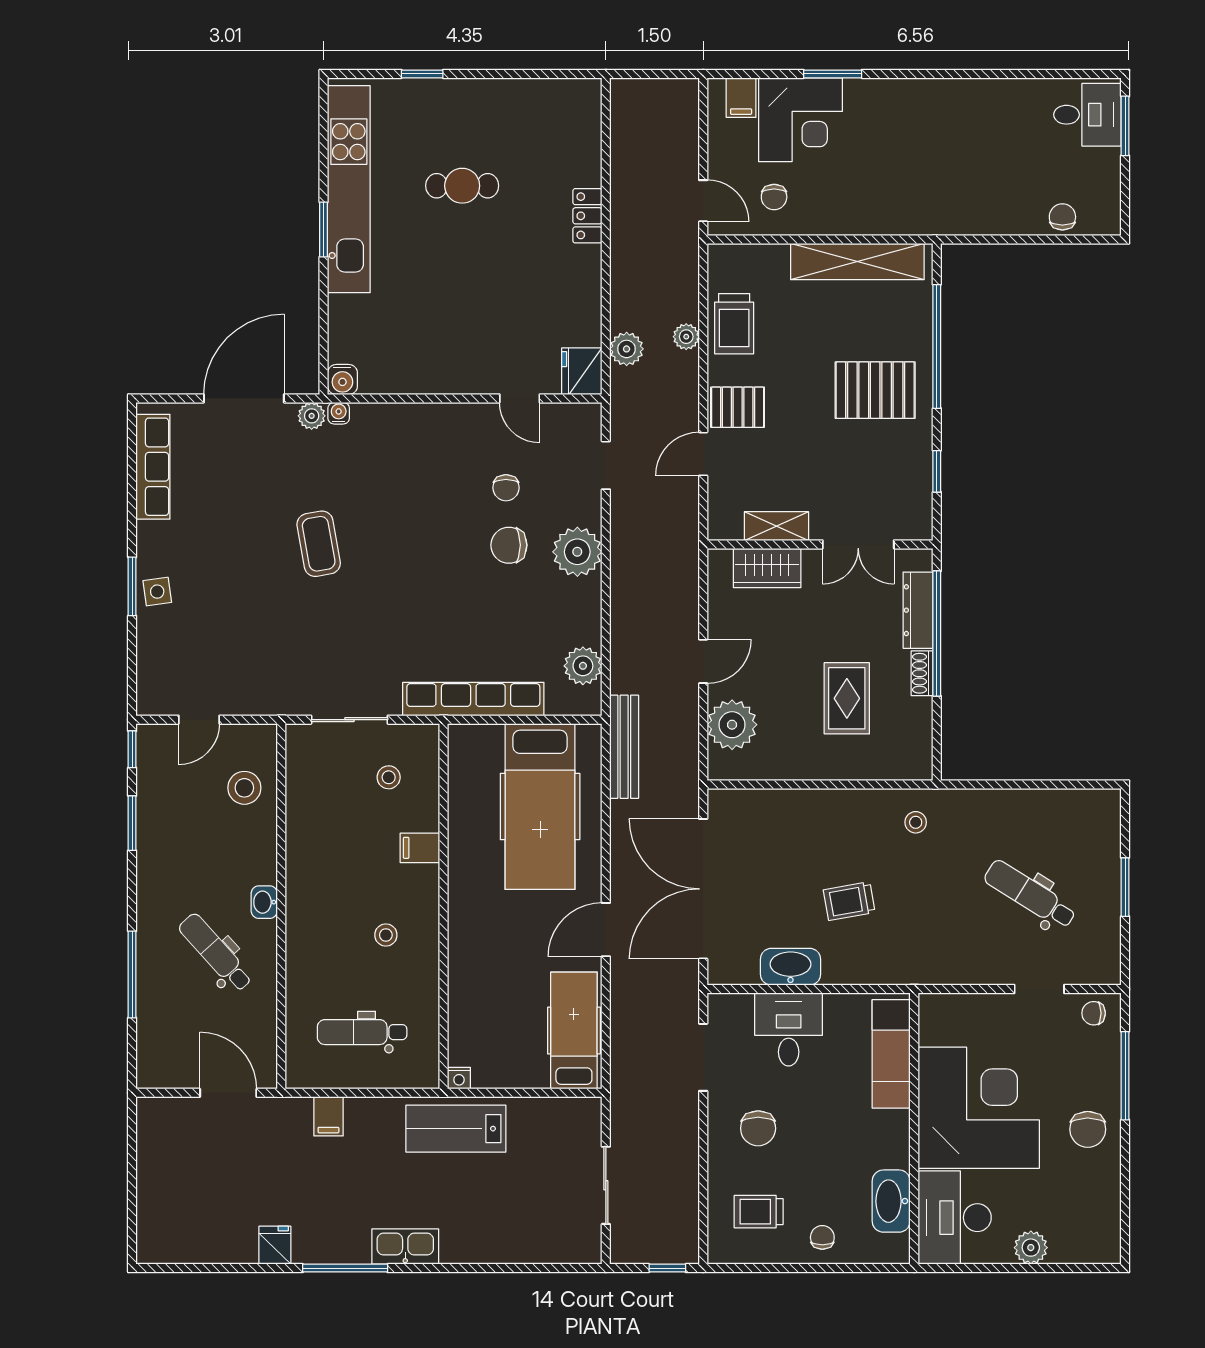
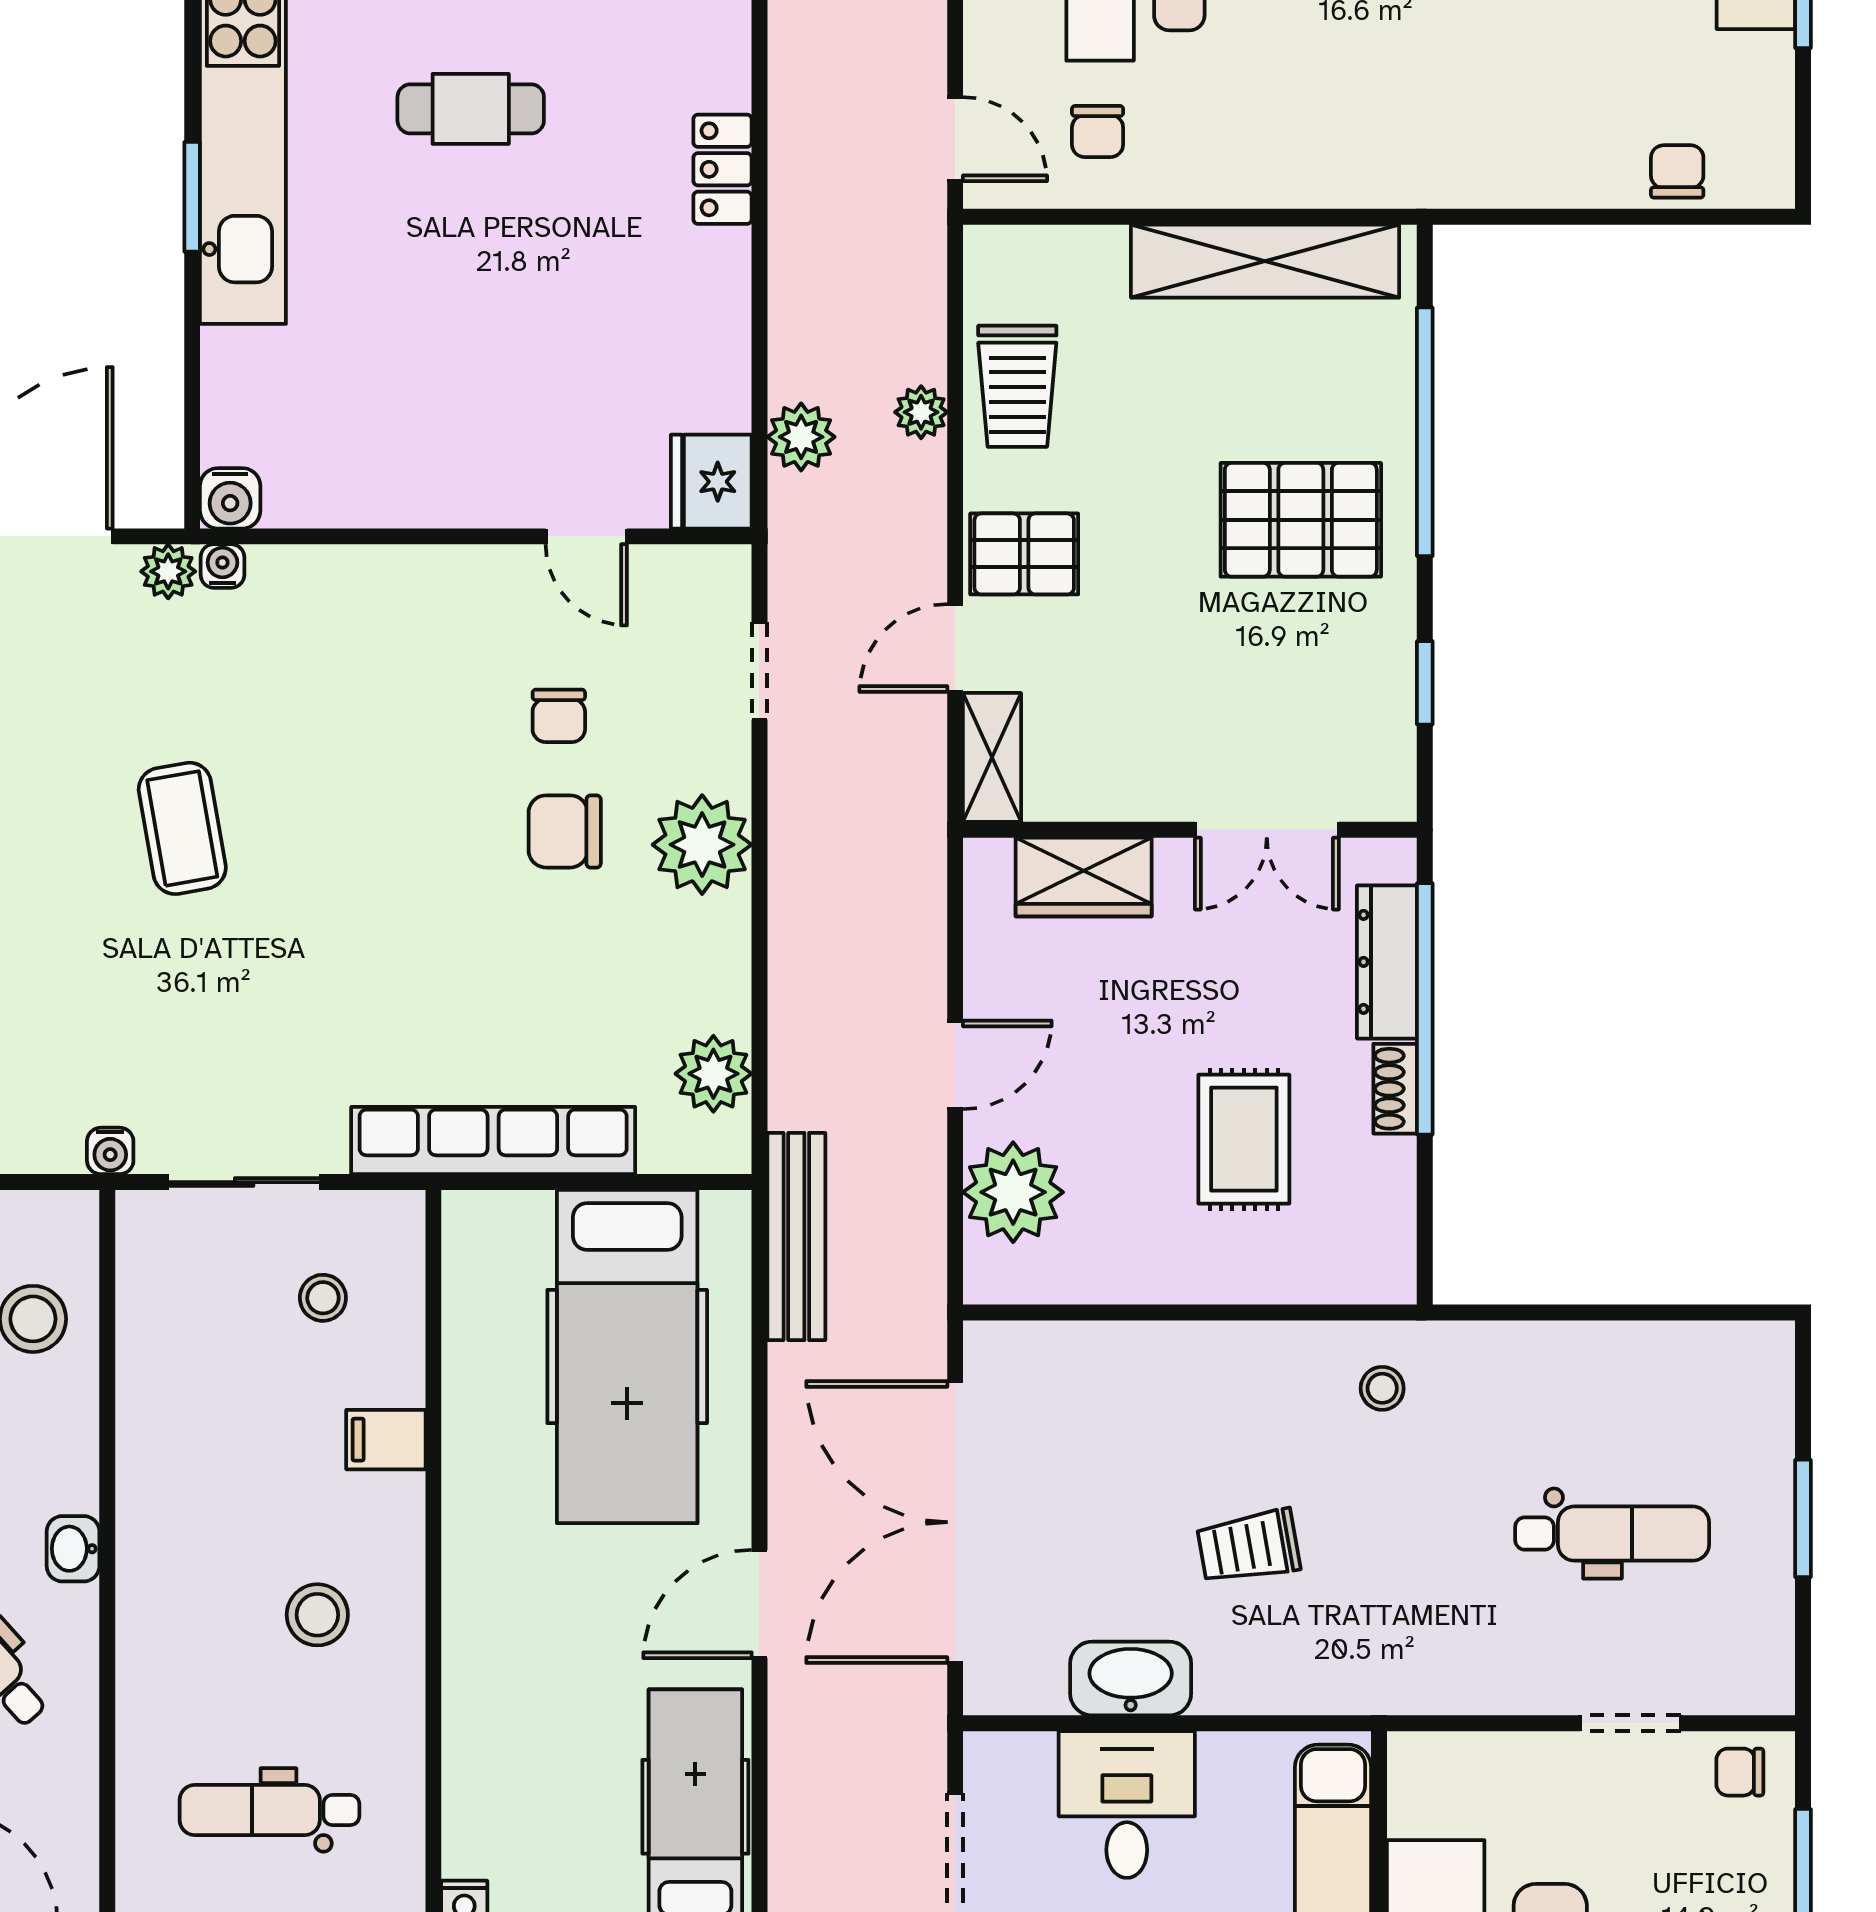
shelving: (776, 526) -> (992, 757), moved, turned 90
water cooler: (283, 704) -> (110, 1151), added
dental chair: (1030, 895) -> (1612, 1534), turned 148
stool: (386, 935) -> (317, 1615), width x1.37, depth x1.37

